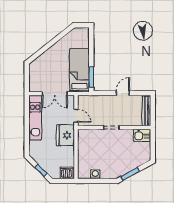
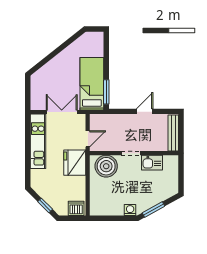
double door: (55, 94) -> (62, 112), swing flipped
door: (76, 116) -> (88, 139), hinge flipped
kitchen sink: (142, 135) -> (152, 163), moved
boiler: (91, 138) -> (106, 166), added
washing machine: (95, 174) -> (130, 210), moved

